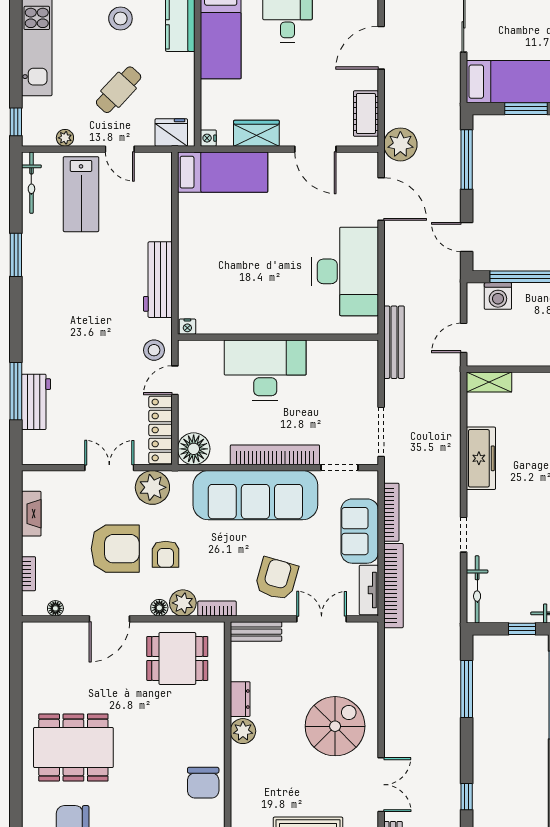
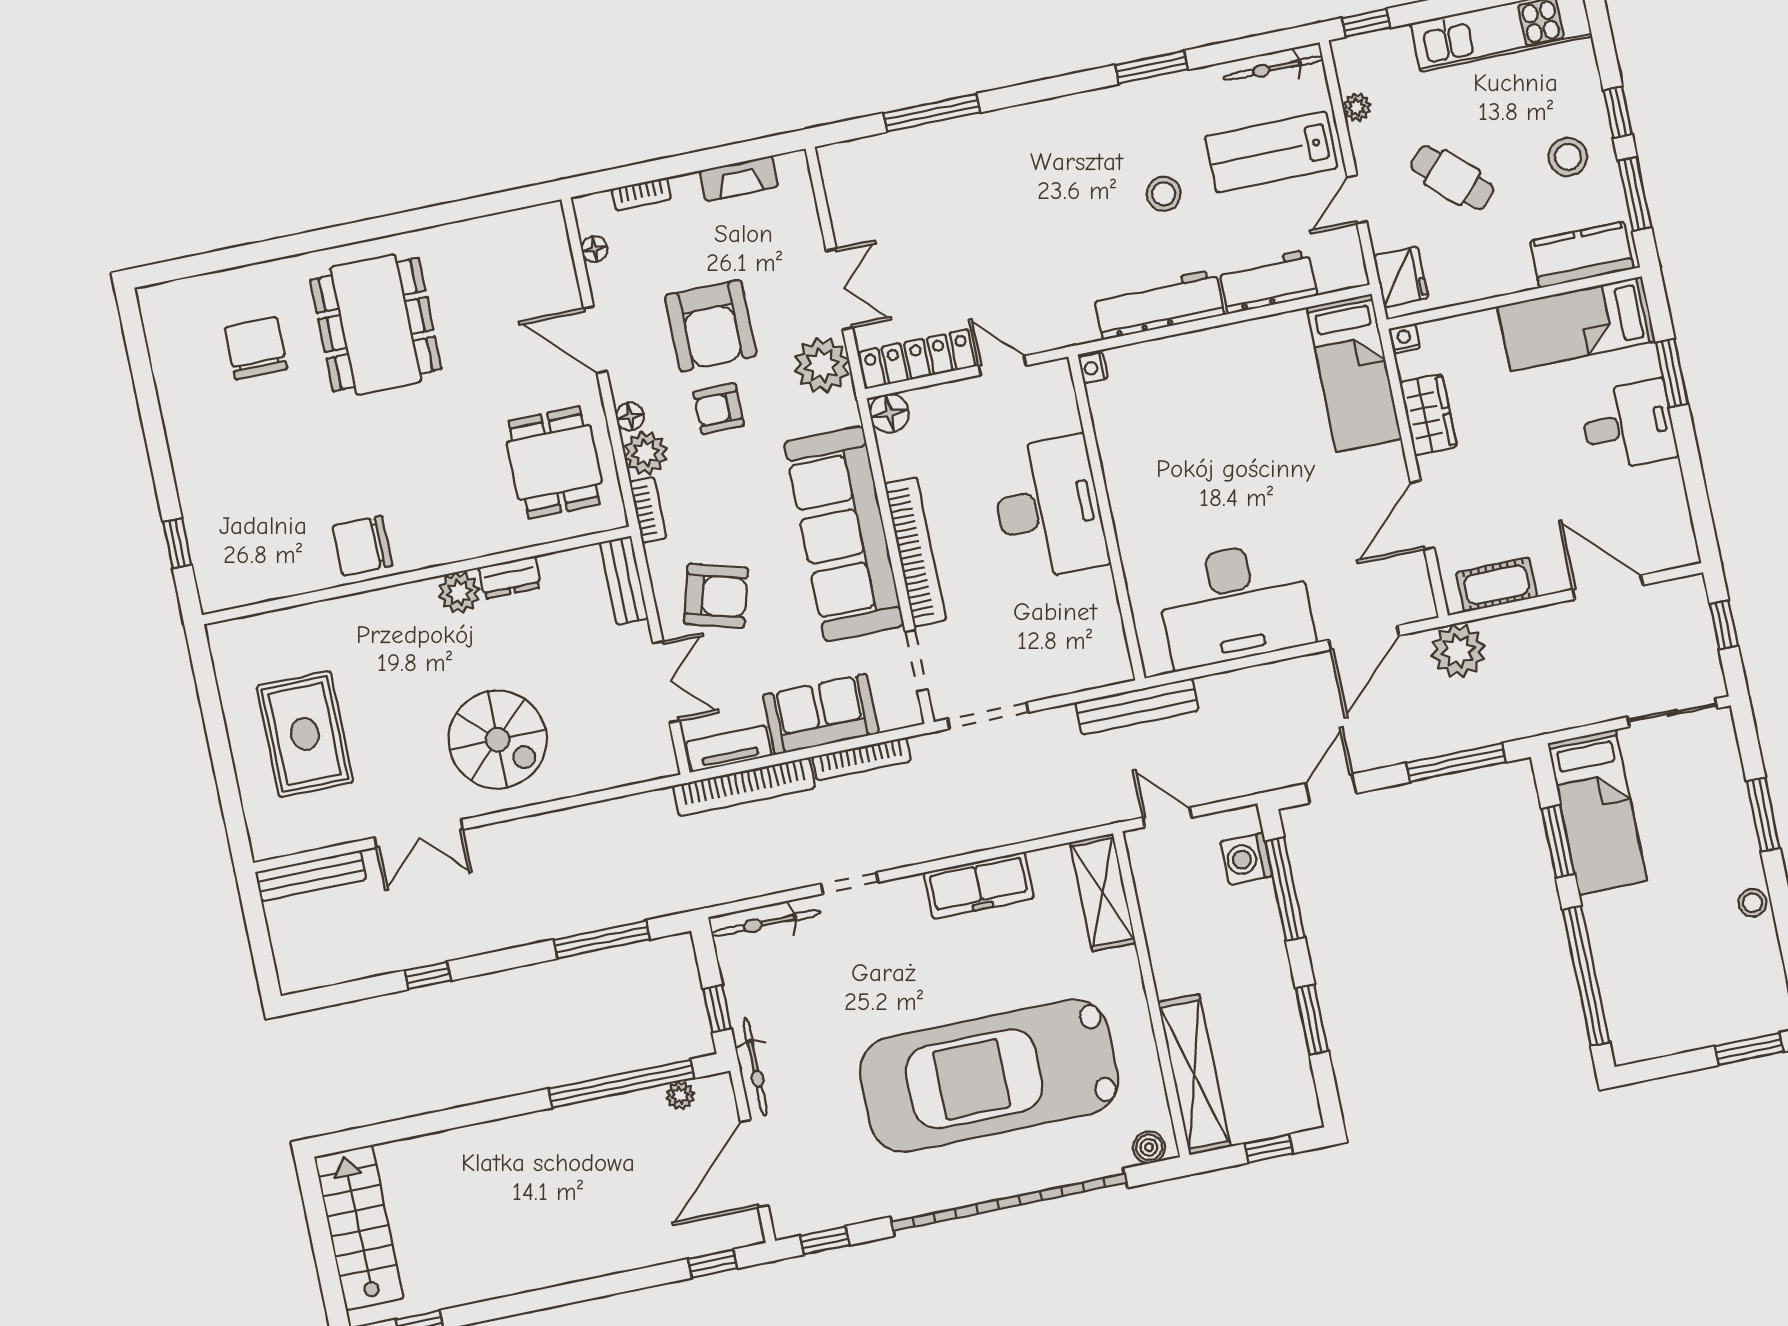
stool: (154, 350) -> (1164, 194), moved
shelving: (489, 382) -> (1103, 892), width x1.50, depth x1.33
workbench: (36, 402) -> (1268, 282), moved, turned 180
floor lamp: (194, 449) -> (889, 413), width x0.73, depth x0.73

